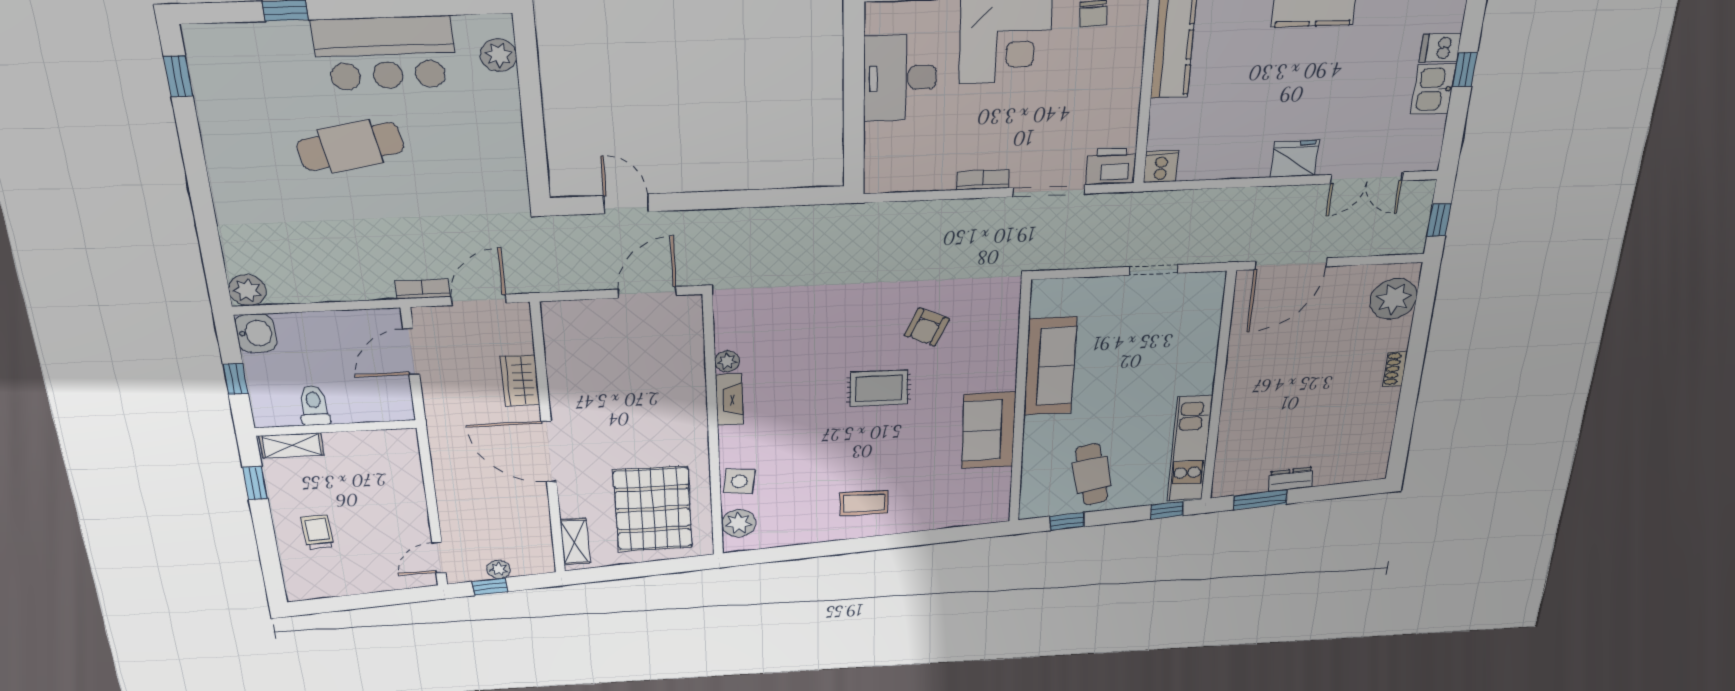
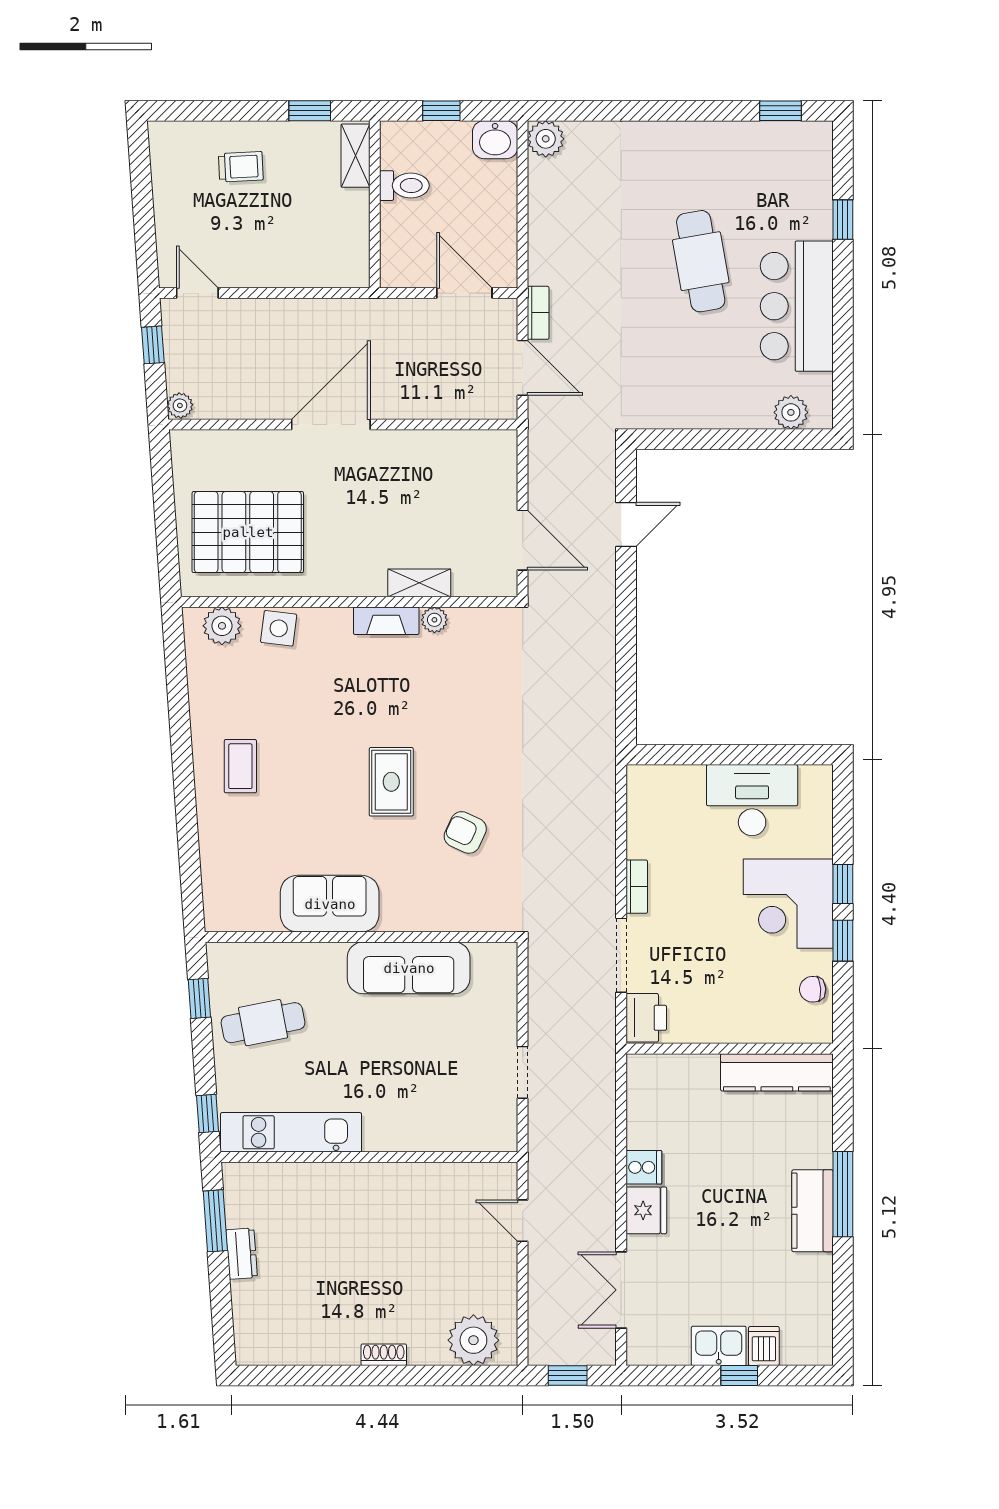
cooker: (1161, 166) -> (644, 1167), moved
door: (1291, 264) -> (523, 1221), width x0.53
wardrobe: (520, 381) -> (423, 402), removed
shelving: (575, 541) -> (419, 583), moved
plant: (499, 569) -> (180, 405), moved

